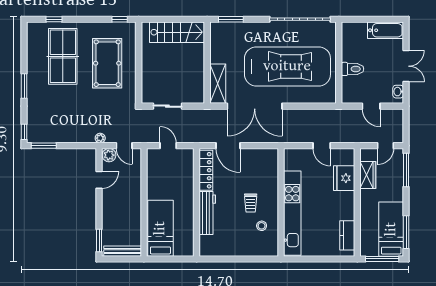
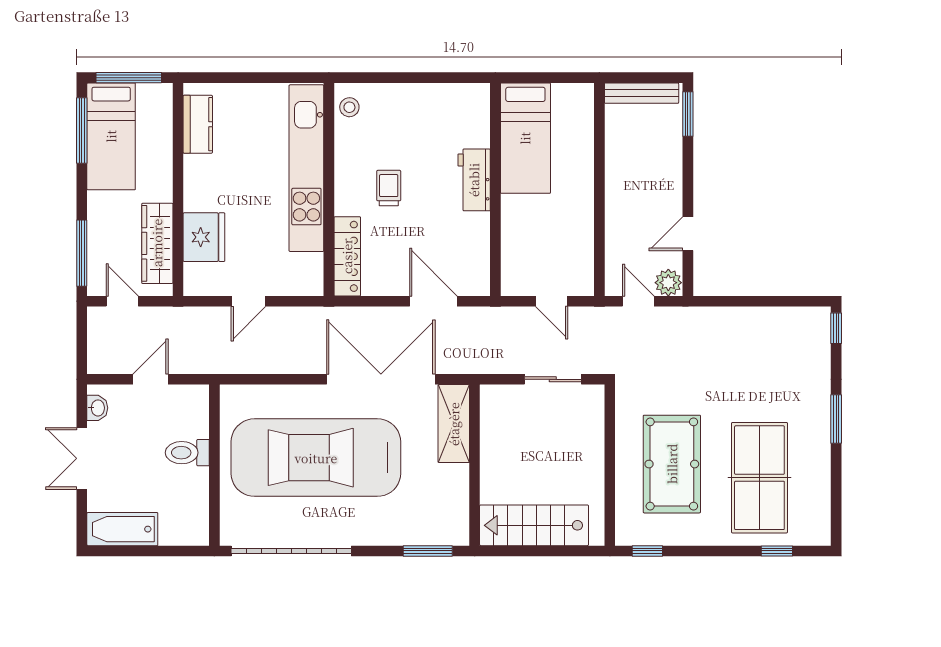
door: (371, 106) -> (151, 379), hinge flipped
plant: (100, 138) -> (686, 316), removed
window: (44, 146) -> (797, 301), removed
door: (322, 146) -> (248, 301), swing flipped
door: (386, 146) -> (122, 301), hinge flipped
locker: (206, 170) -> (347, 256), moved, turned 180
wardrobe: (368, 175) -> (157, 243), width x1.50
workbench: (207, 213) -> (474, 180), width x0.73
stool: (262, 226) -> (349, 107), moved
bed: (160, 228) -> (525, 138), moved

